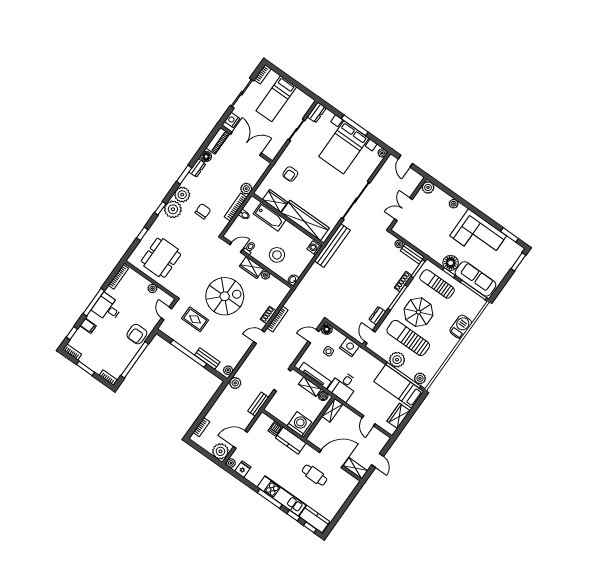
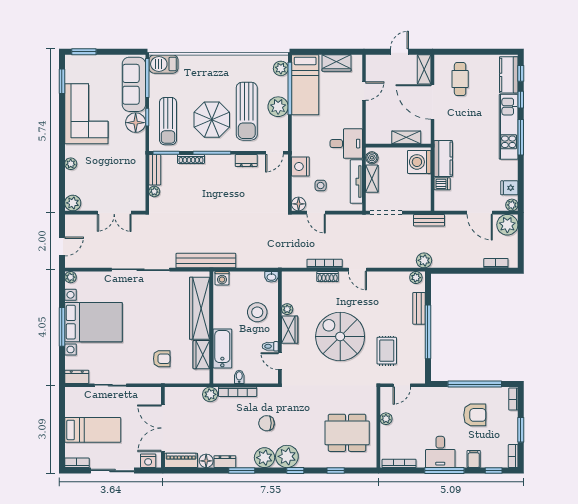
barbecue: (461, 327) -> (163, 64), moved
armchair: (137, 334) -> (475, 415), moved
shelving: (332, 410) -> (406, 137), moved
cafe table: (315, 475) -> (460, 79), moved

